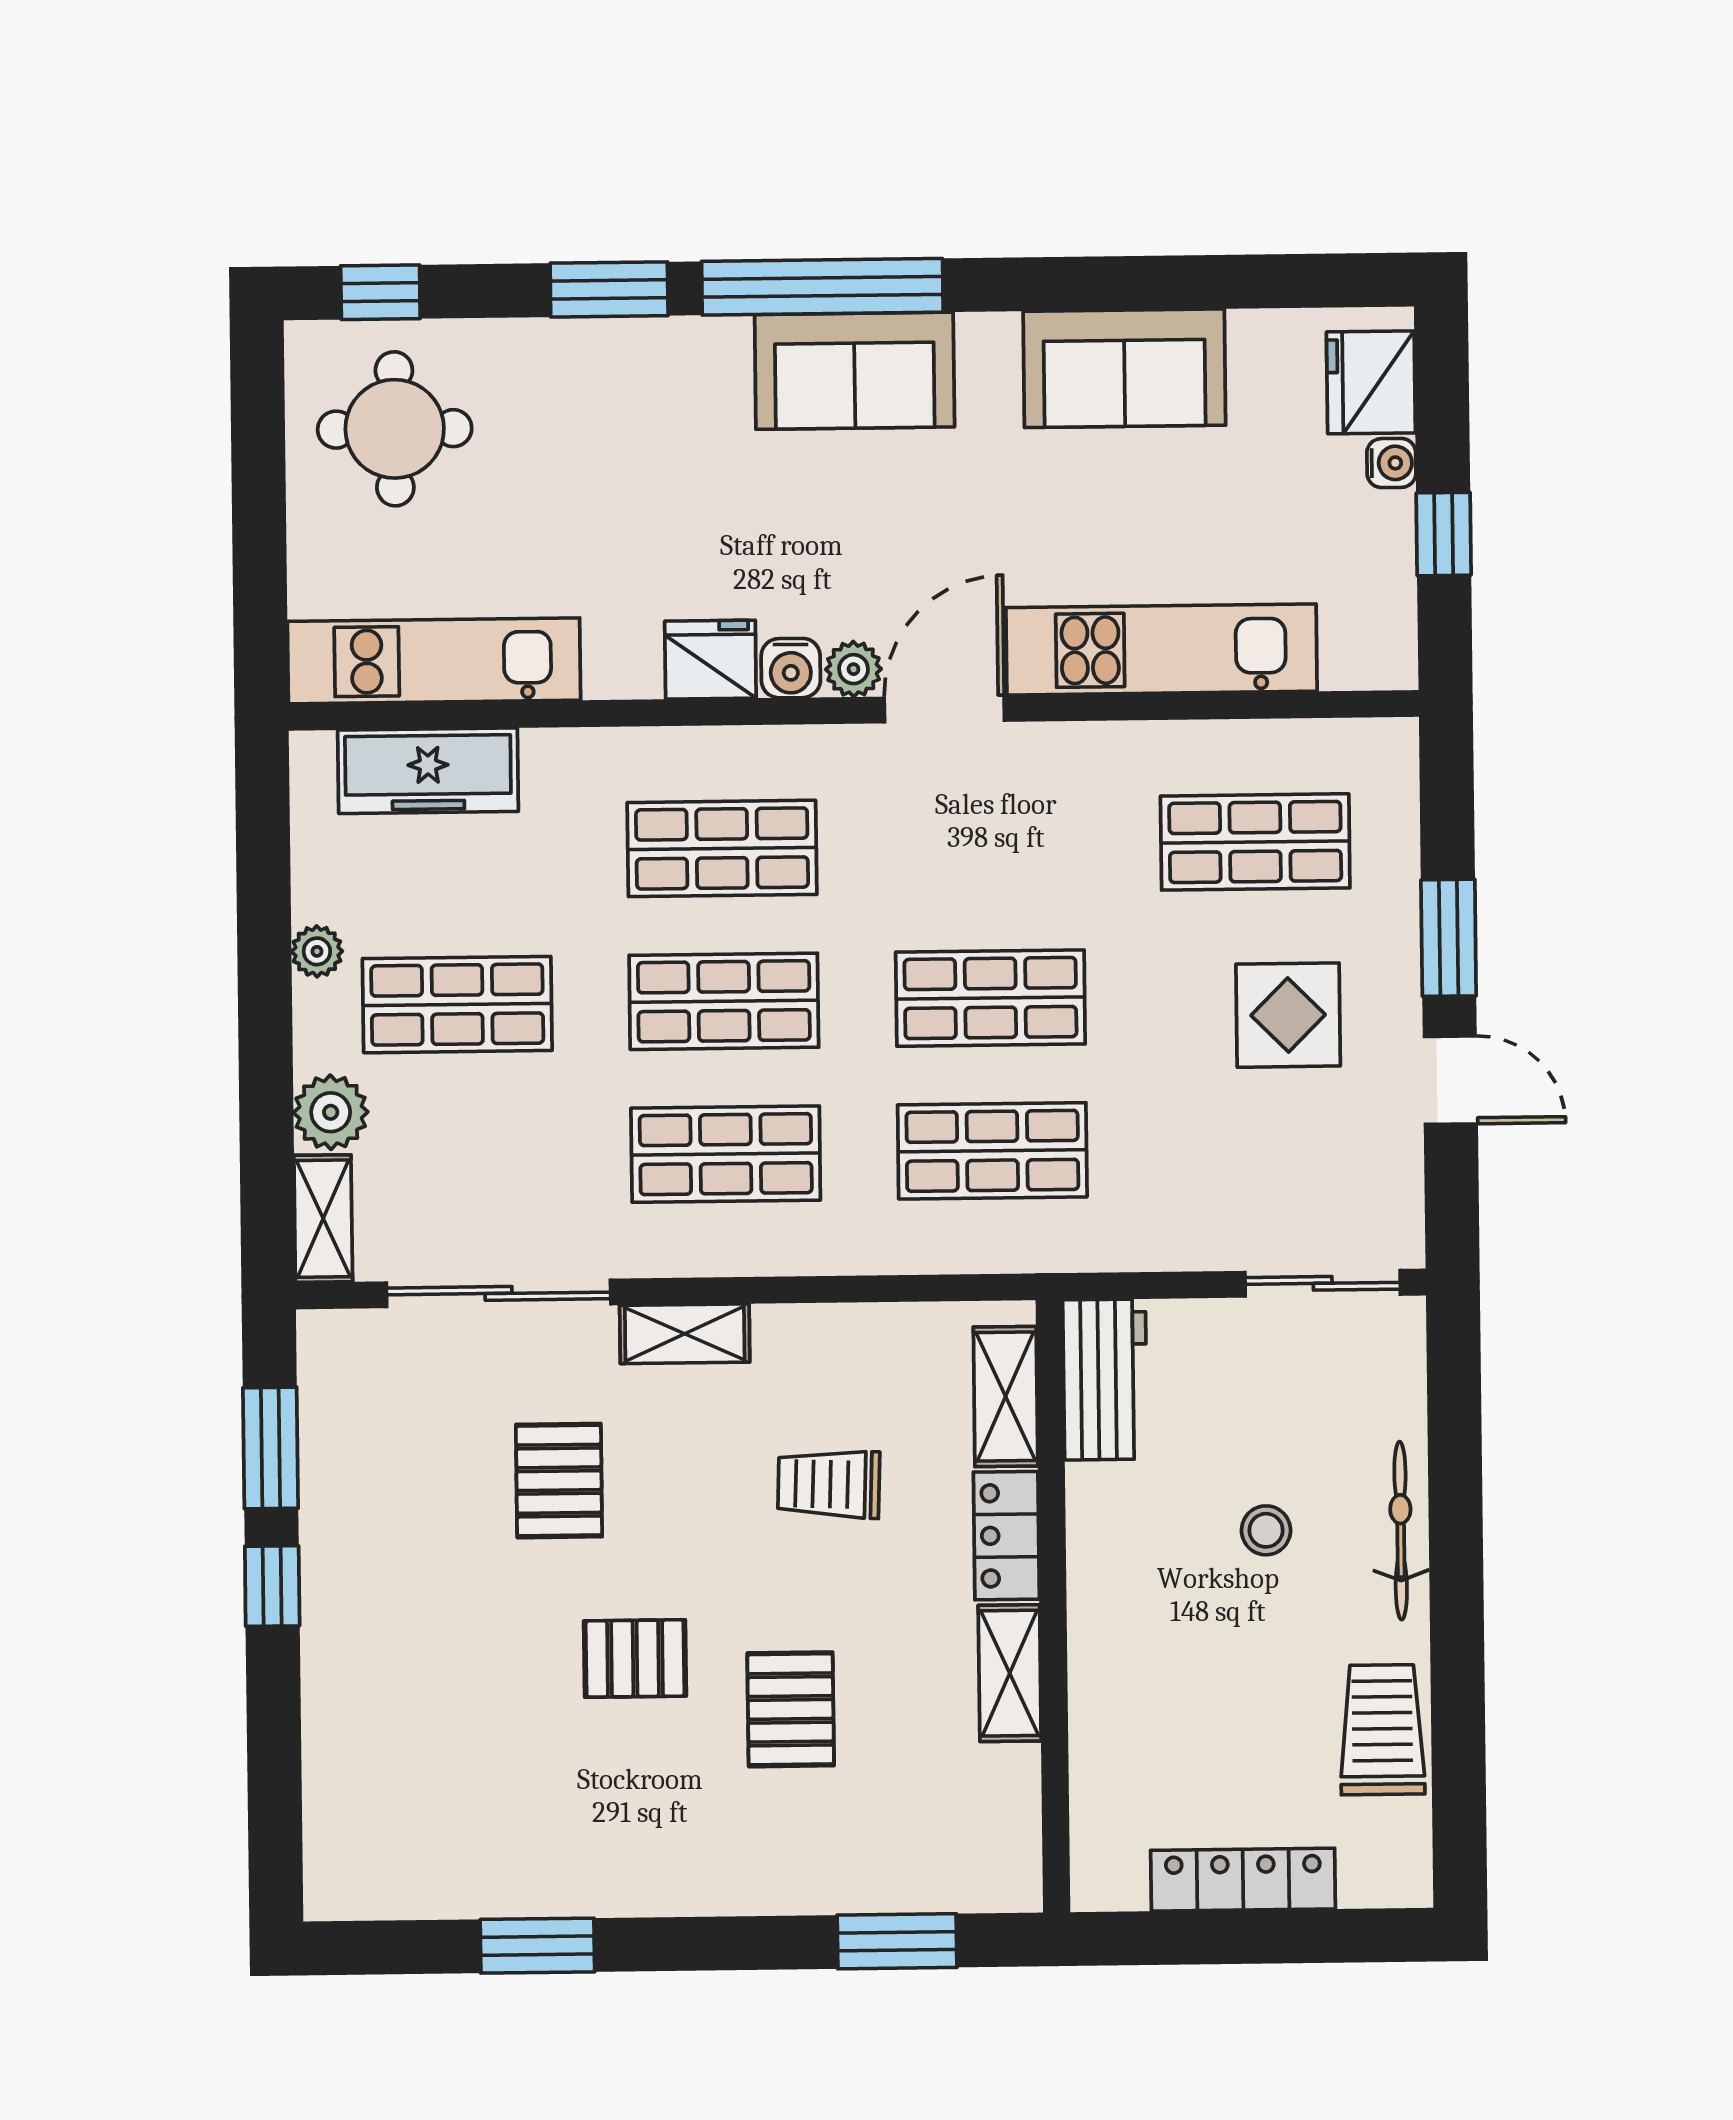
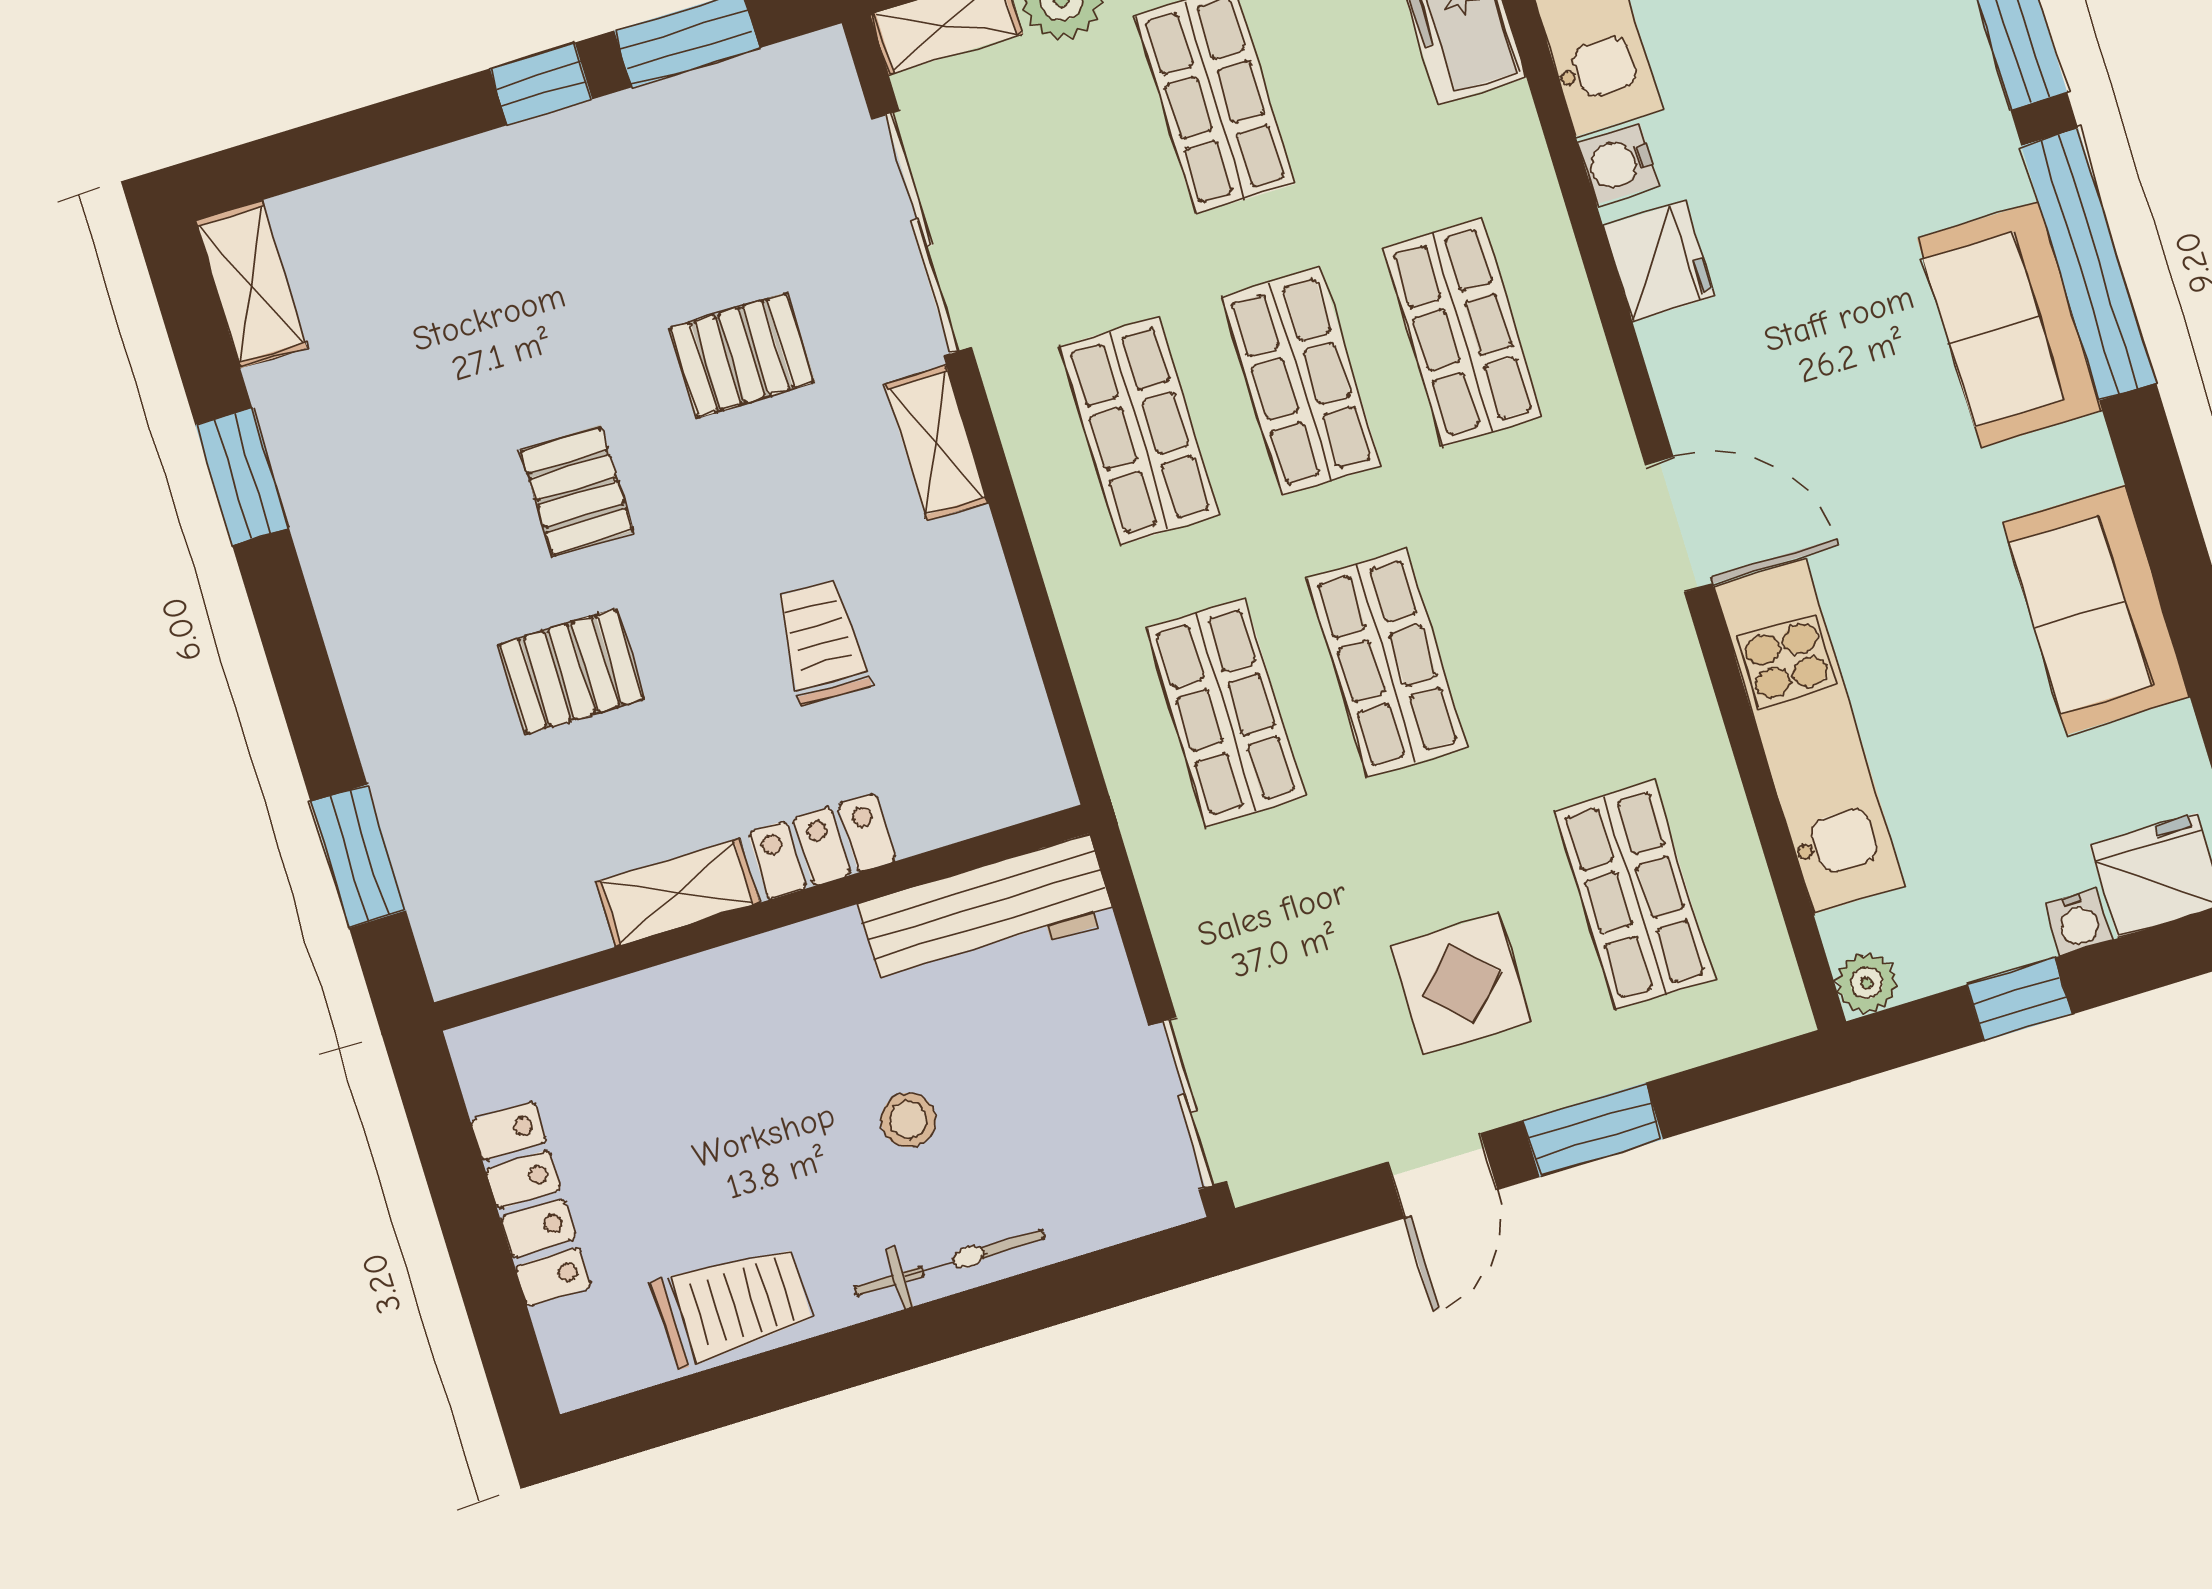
water cooler: (791, 668) -> (1618, 164), moved
plant: (853, 669) -> (1867, 983), moved
workbench: (1105, 1380) -> (986, 912), width x1.38
shelving: (1006, 1397) -> (251, 284), moved, turned 90

